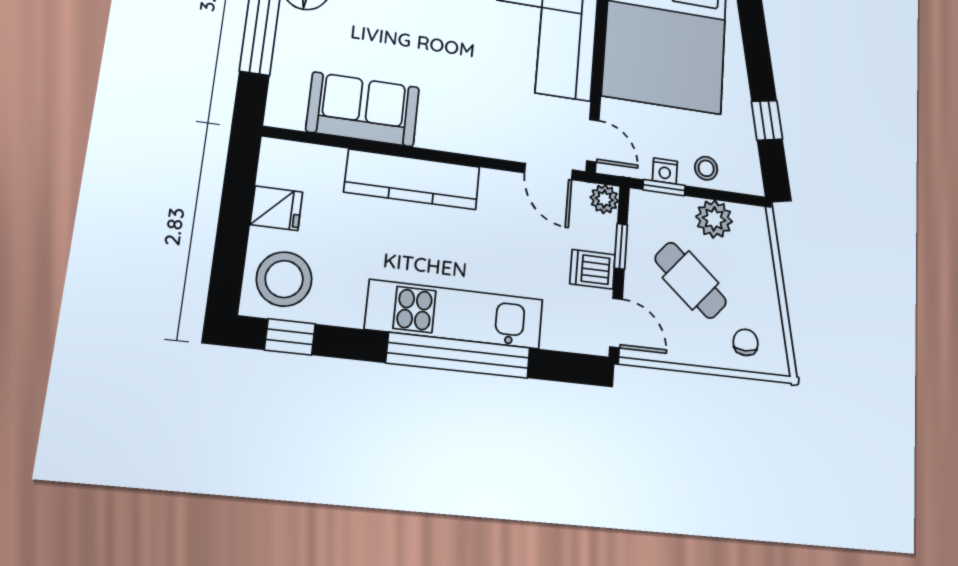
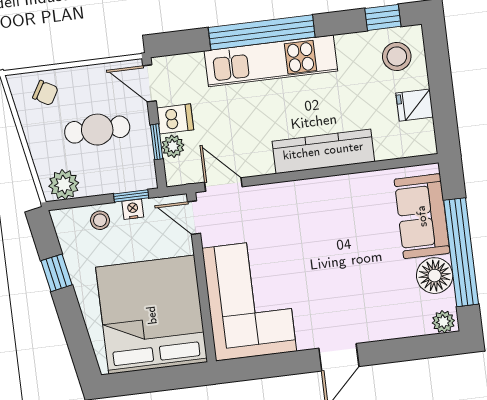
sofa: (363, 109) -> (422, 216), moved, turned 90
plant: (604, 199) -> (173, 146), moved
plant: (714, 219) -> (64, 185), moved
stool: (284, 279) -> (397, 56), width x0.73, depth x0.73
cafe table: (691, 280) -> (97, 130), turned -41
chair: (746, 342) -> (45, 93), turned -60

